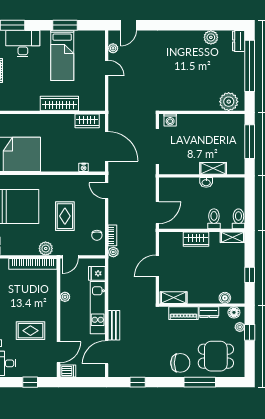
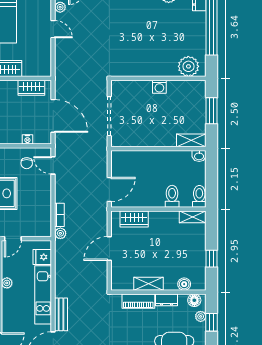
washing machine: (170, 120) -> (159, 87), moved
window: (250, 142) -> (212, 111), width x0.69
shelving: (213, 168) -> (191, 140), moved
washbasin: (206, 182) -> (199, 156), moved
chair: (97, 235) -> (27, 163), moved
wardrobe: (196, 239) -> (134, 219), moved
shelving: (174, 298) -> (148, 284), moved

